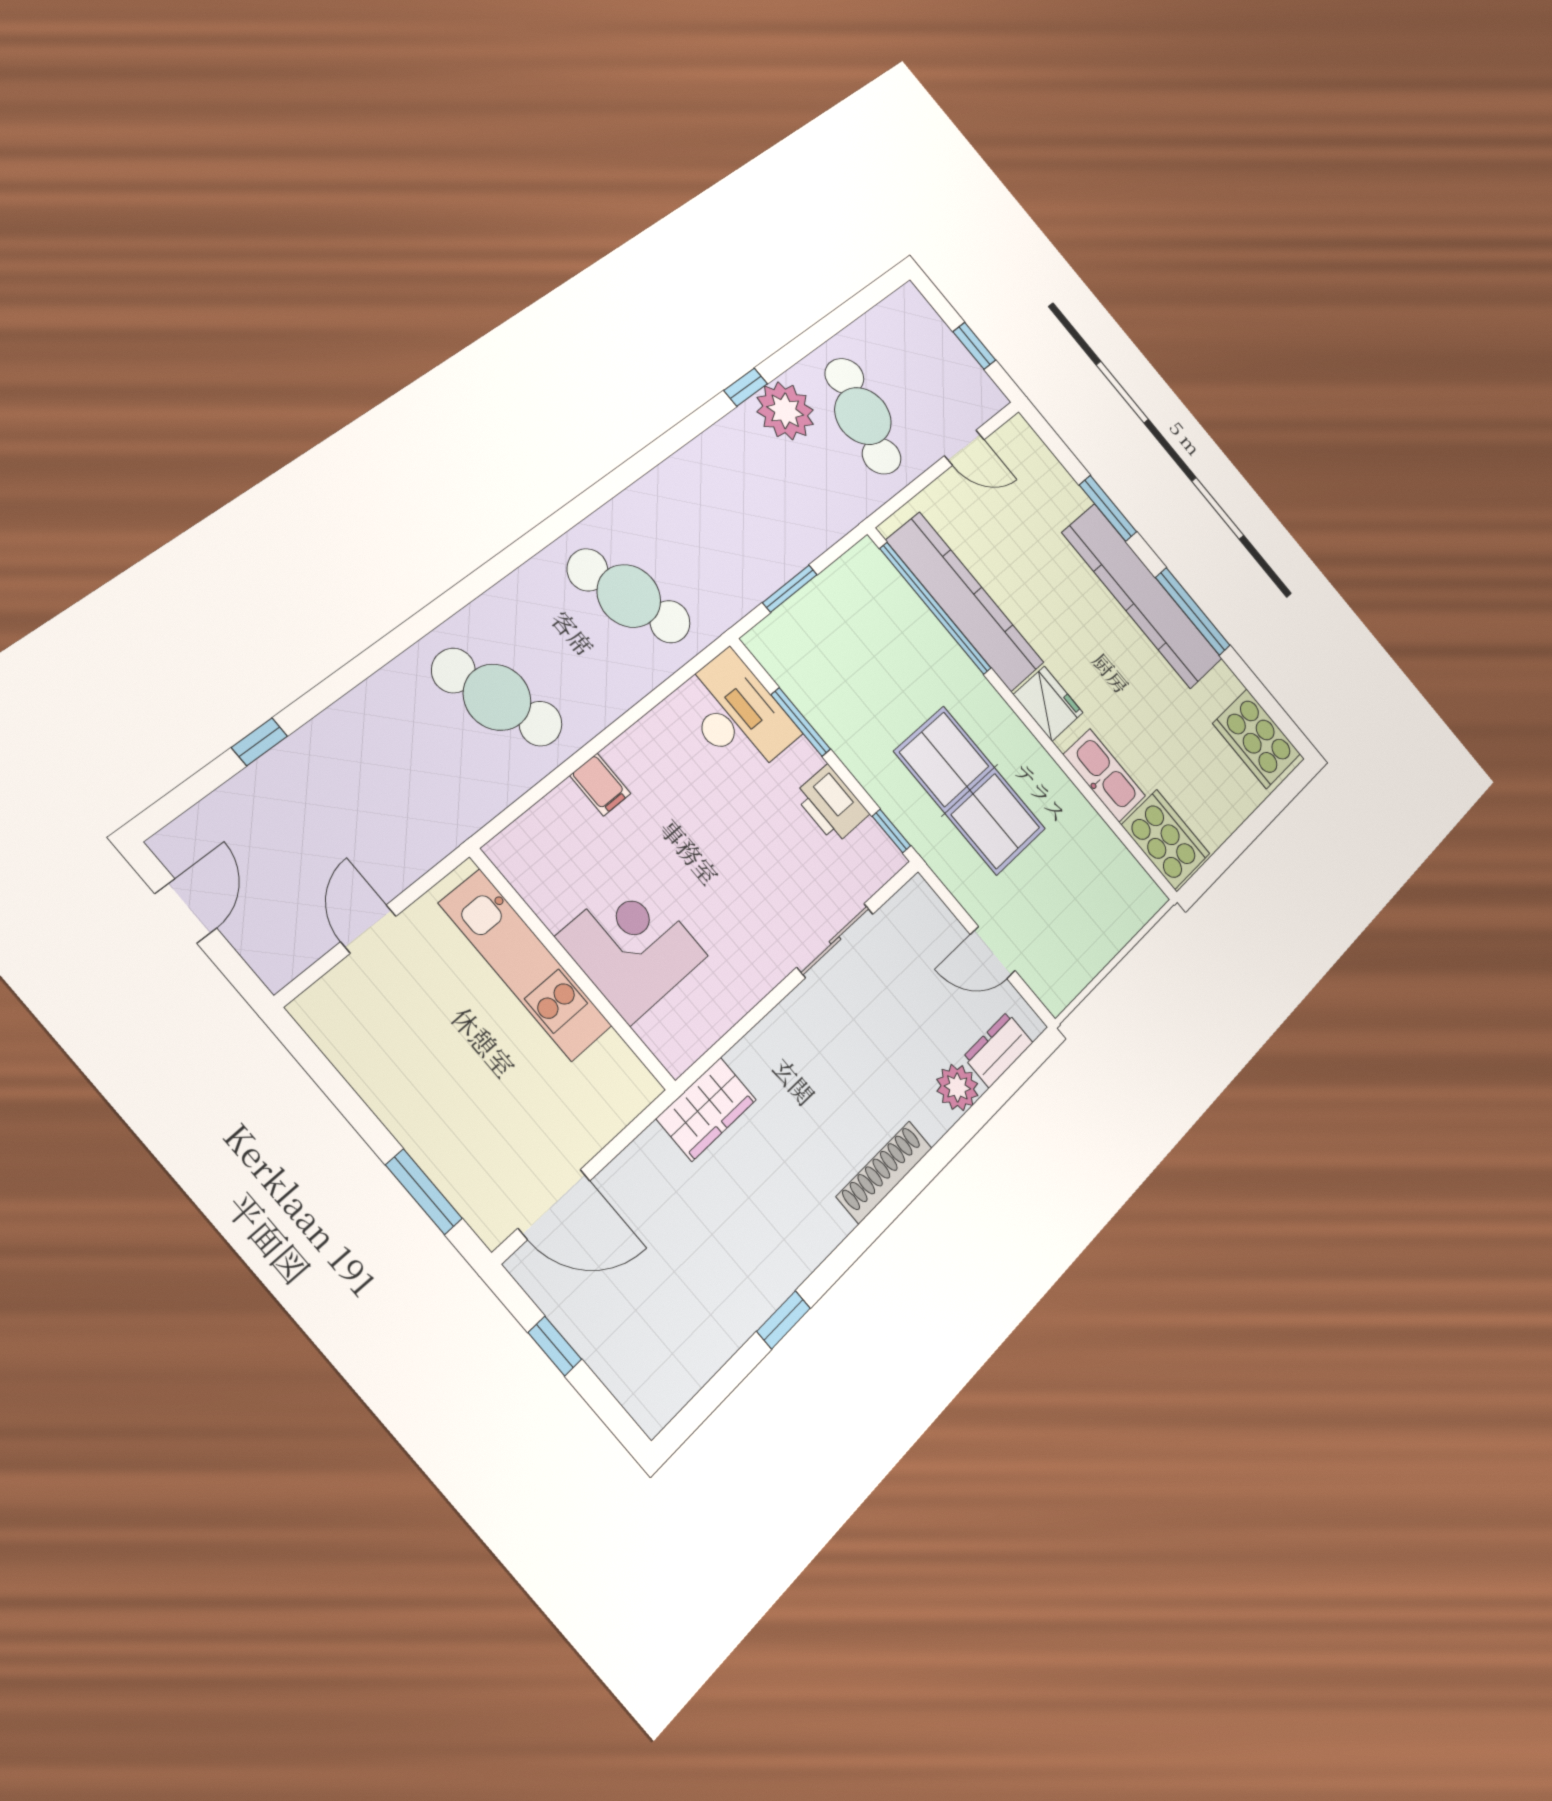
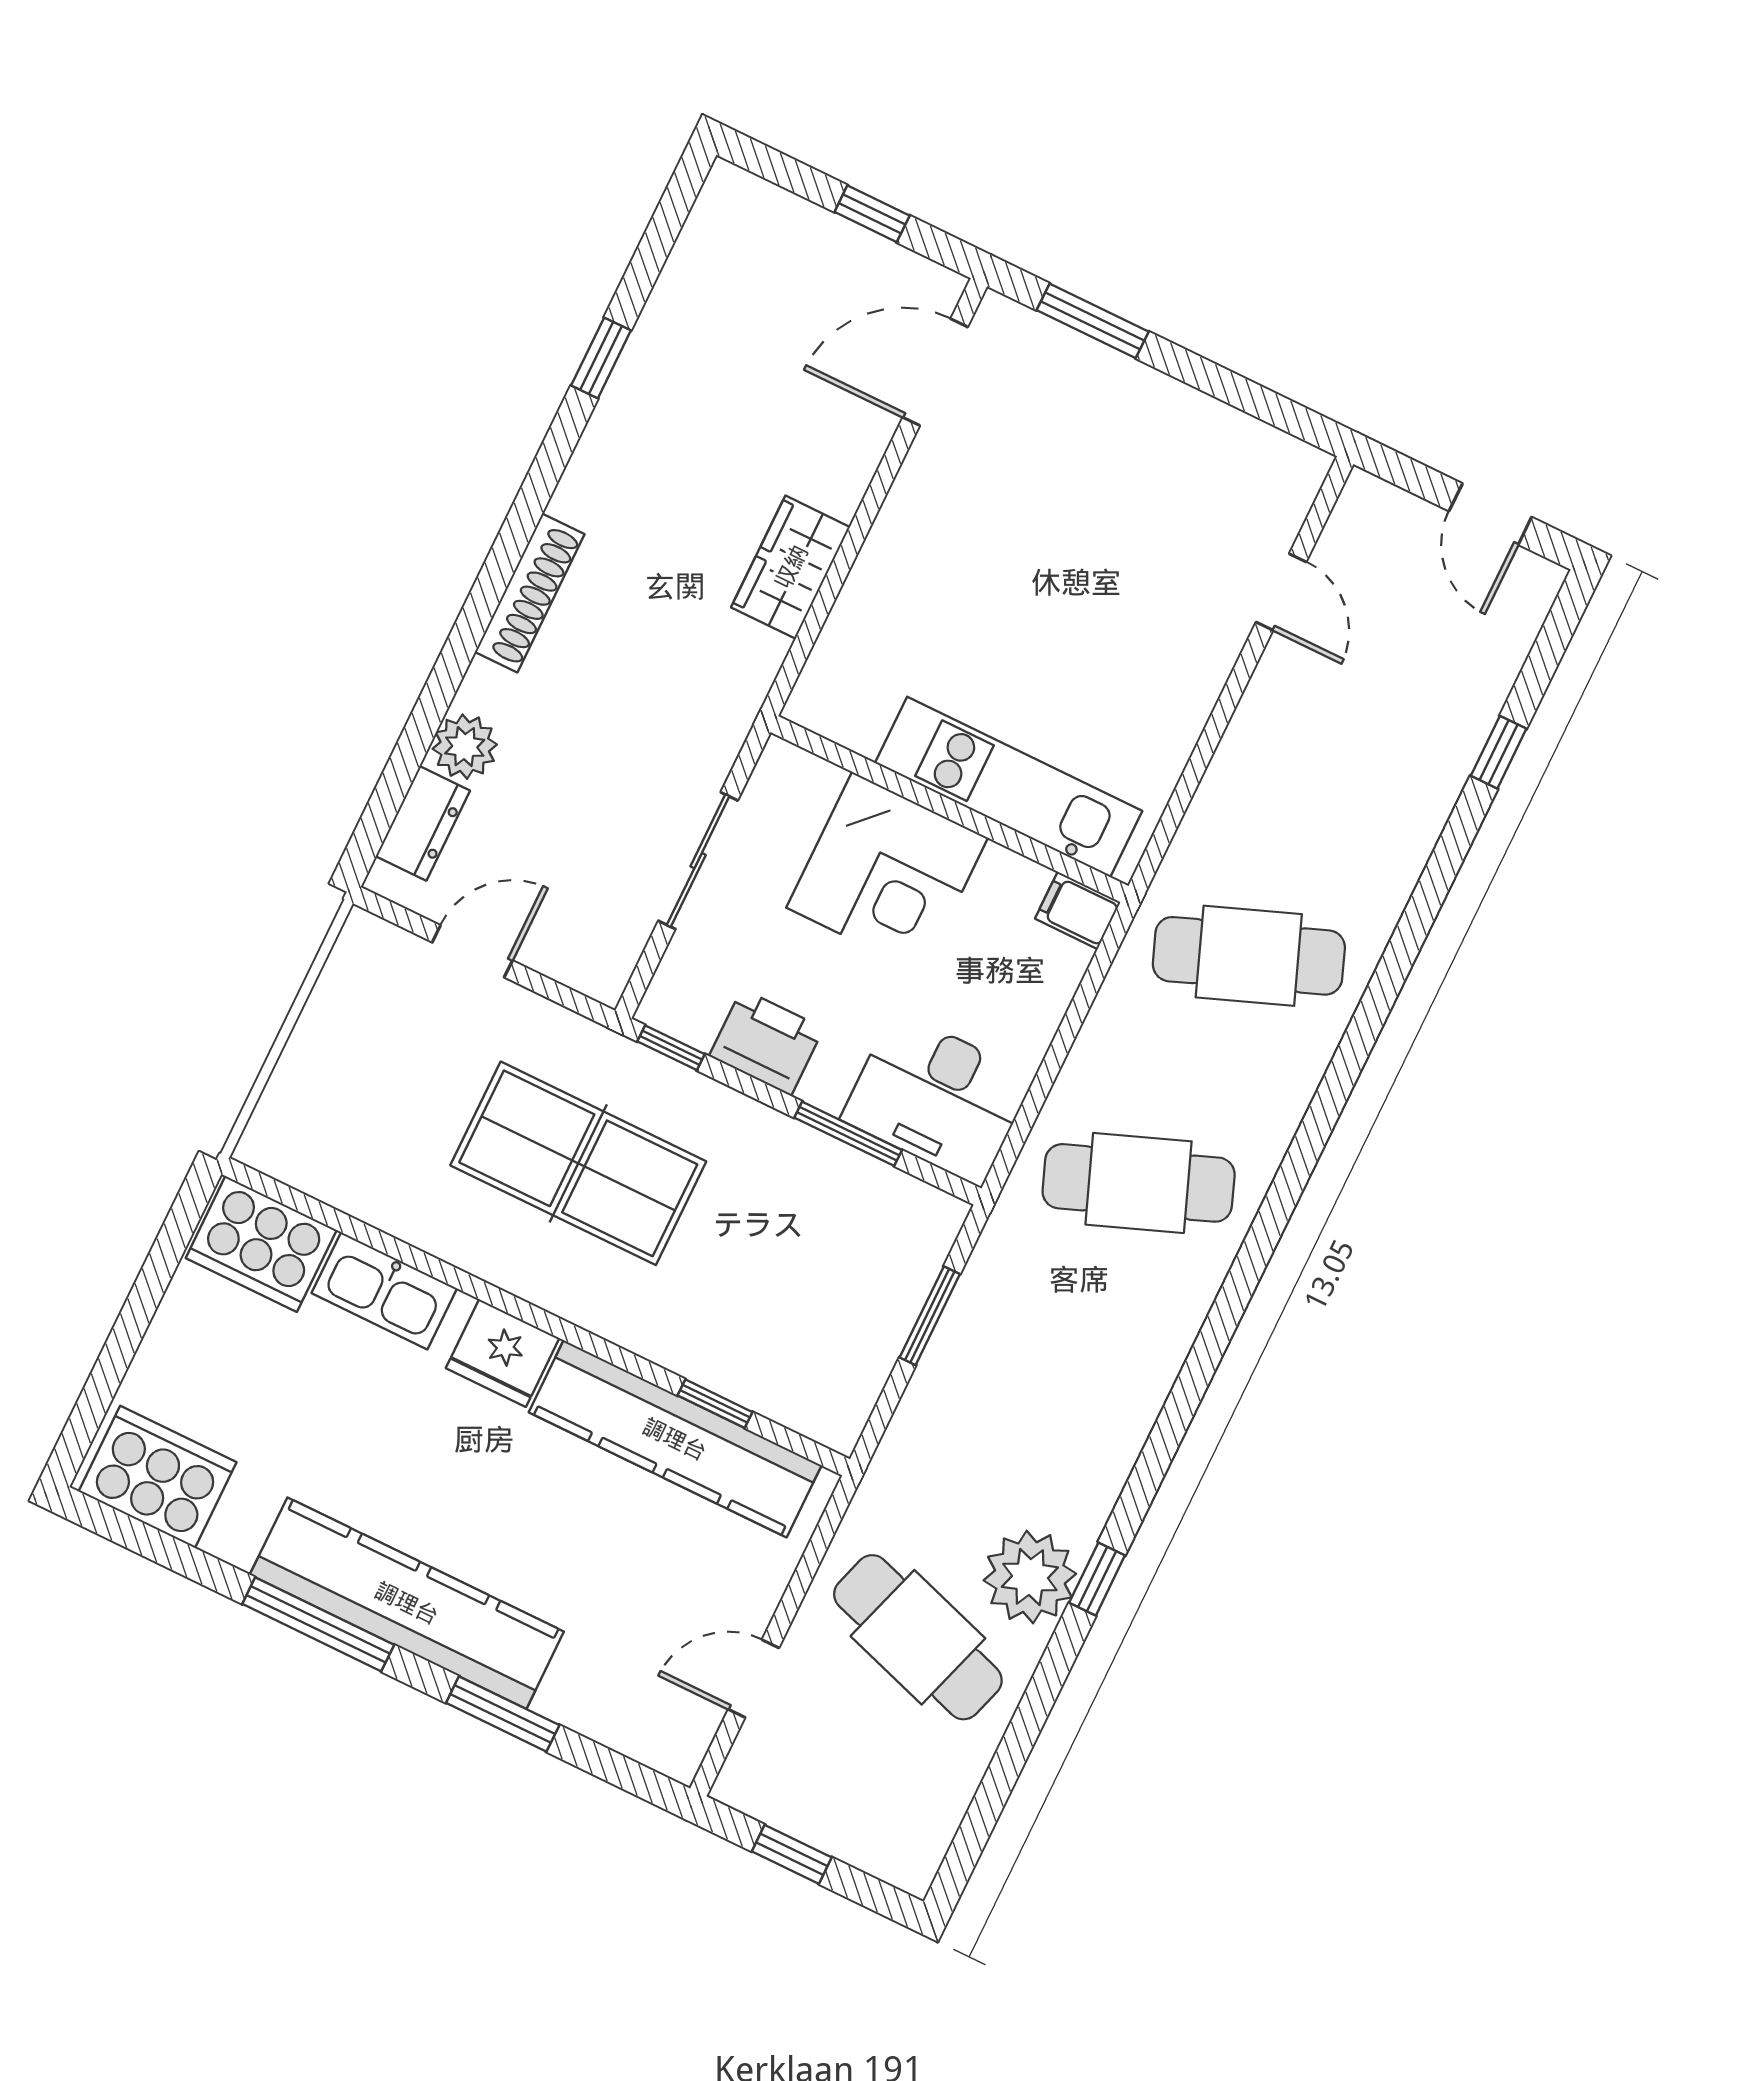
window: (935, 608) -> (715, 1404), width x0.32
corner desk: (632, 946) -> (887, 873), moved
kitchen unit: (525, 965) -> (1009, 787), moved
wall: (573, 969) -> (949, 809), moved

